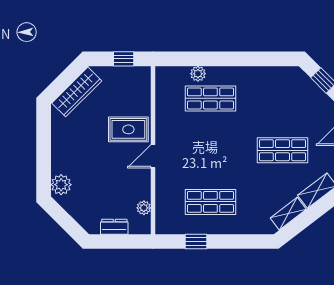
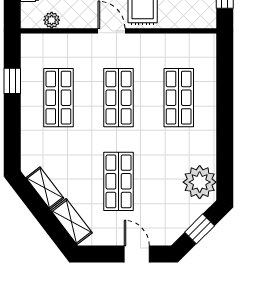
plant: (198, 74) -> (200, 182), moved, width x1.88, depth x1.88
shop shelf: (210, 150) -> (119, 98), added

